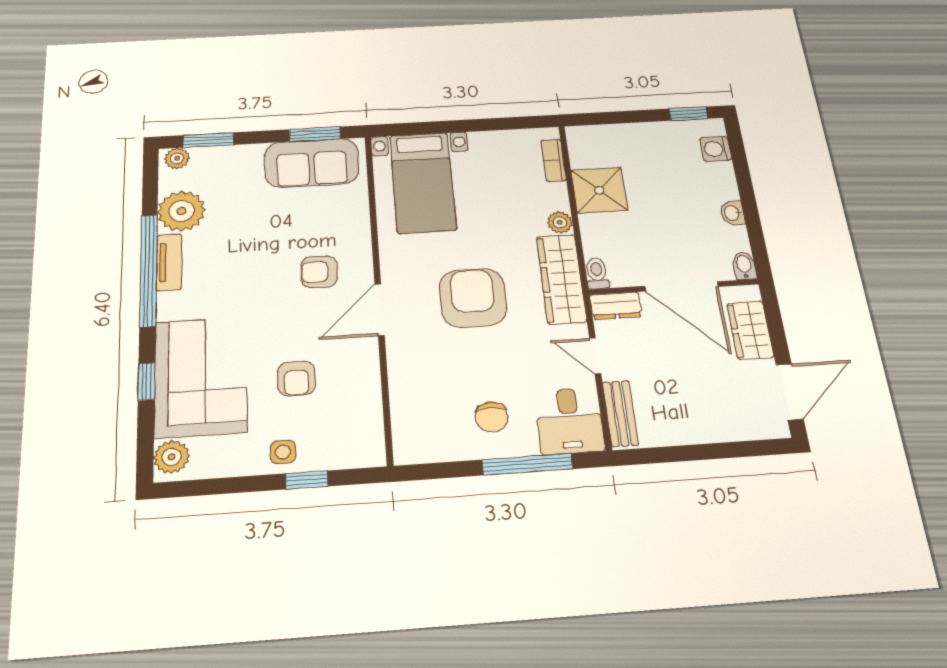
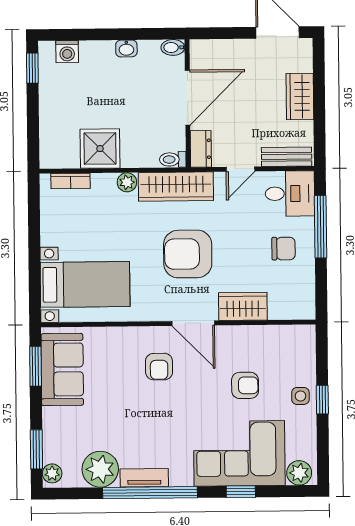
wardrobe: (750, 330) -> (300, 97), moved, turned 90
wardrobe: (406, 369) -> (243, 306), added
window: (307, 480) -> (322, 400), moved

